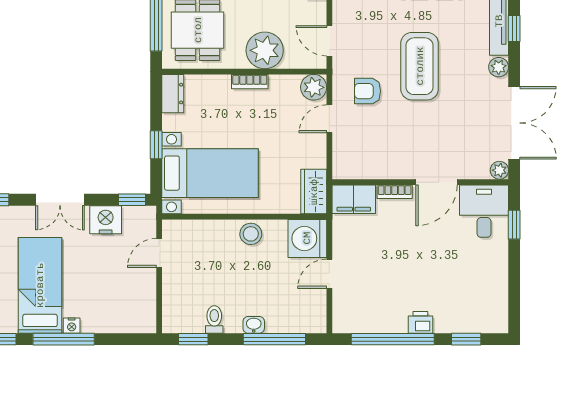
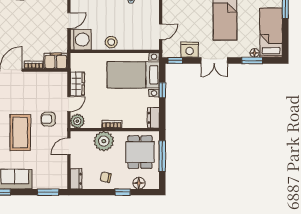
door: (329, 41) -> (69, 146), swing flipped
armchair: (367, 91) -> (48, 119), turned 180
wardrobe: (314, 192) -> (77, 84), moved
double door: (60, 200) -> (214, 60), swing flipped

